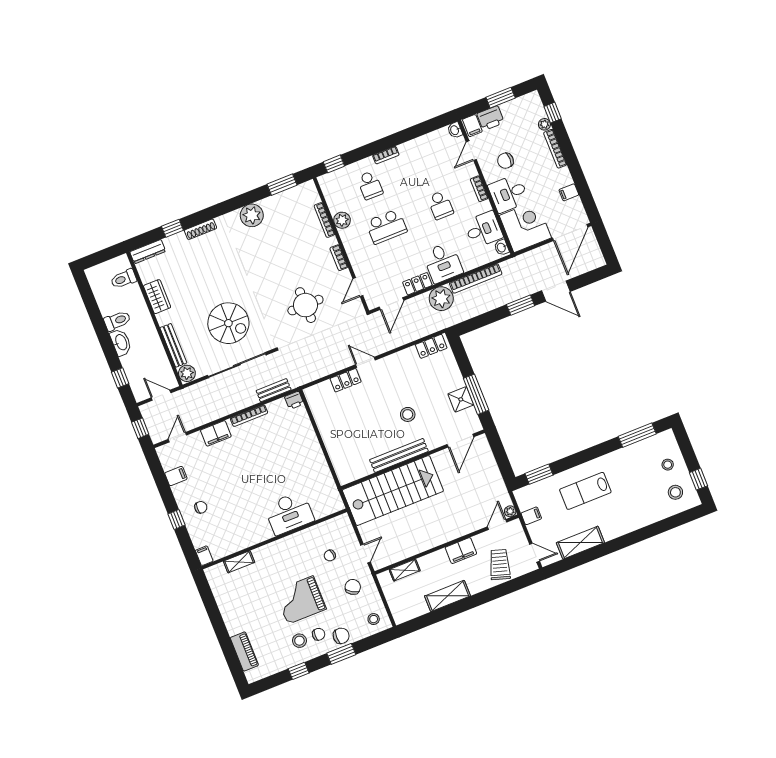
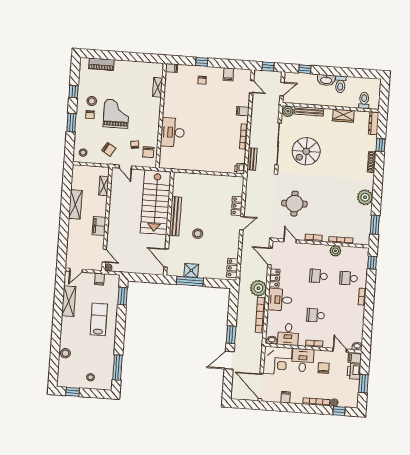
school desk: (386, 227) -> (318, 276), width x0.54
filing cabinet: (216, 433) -> (243, 111), width x0.50
stool: (675, 492) -> (65, 353), moved
trolley: (500, 565) -> (79, 245), removed
chair: (341, 636) -> (148, 152), moved

